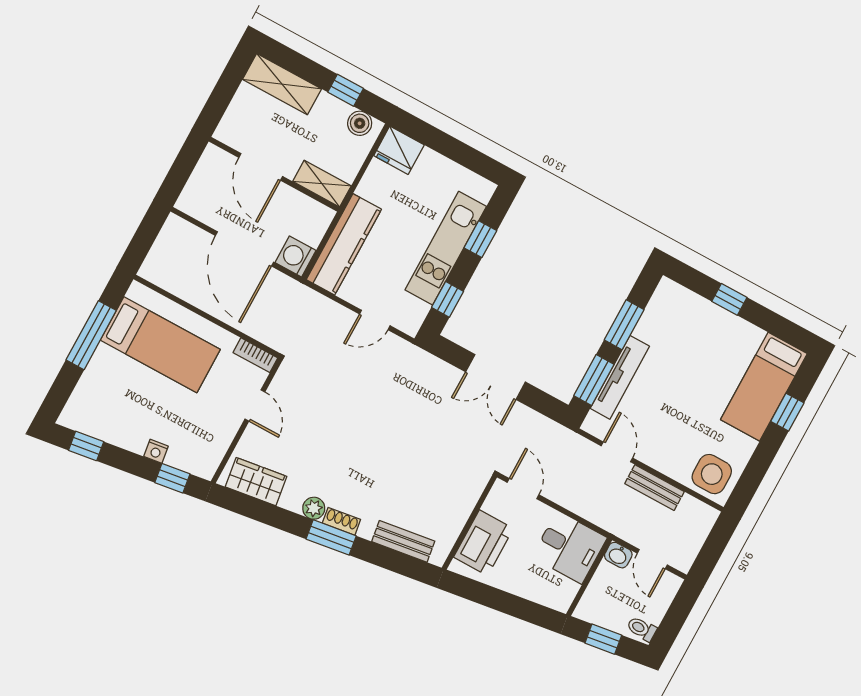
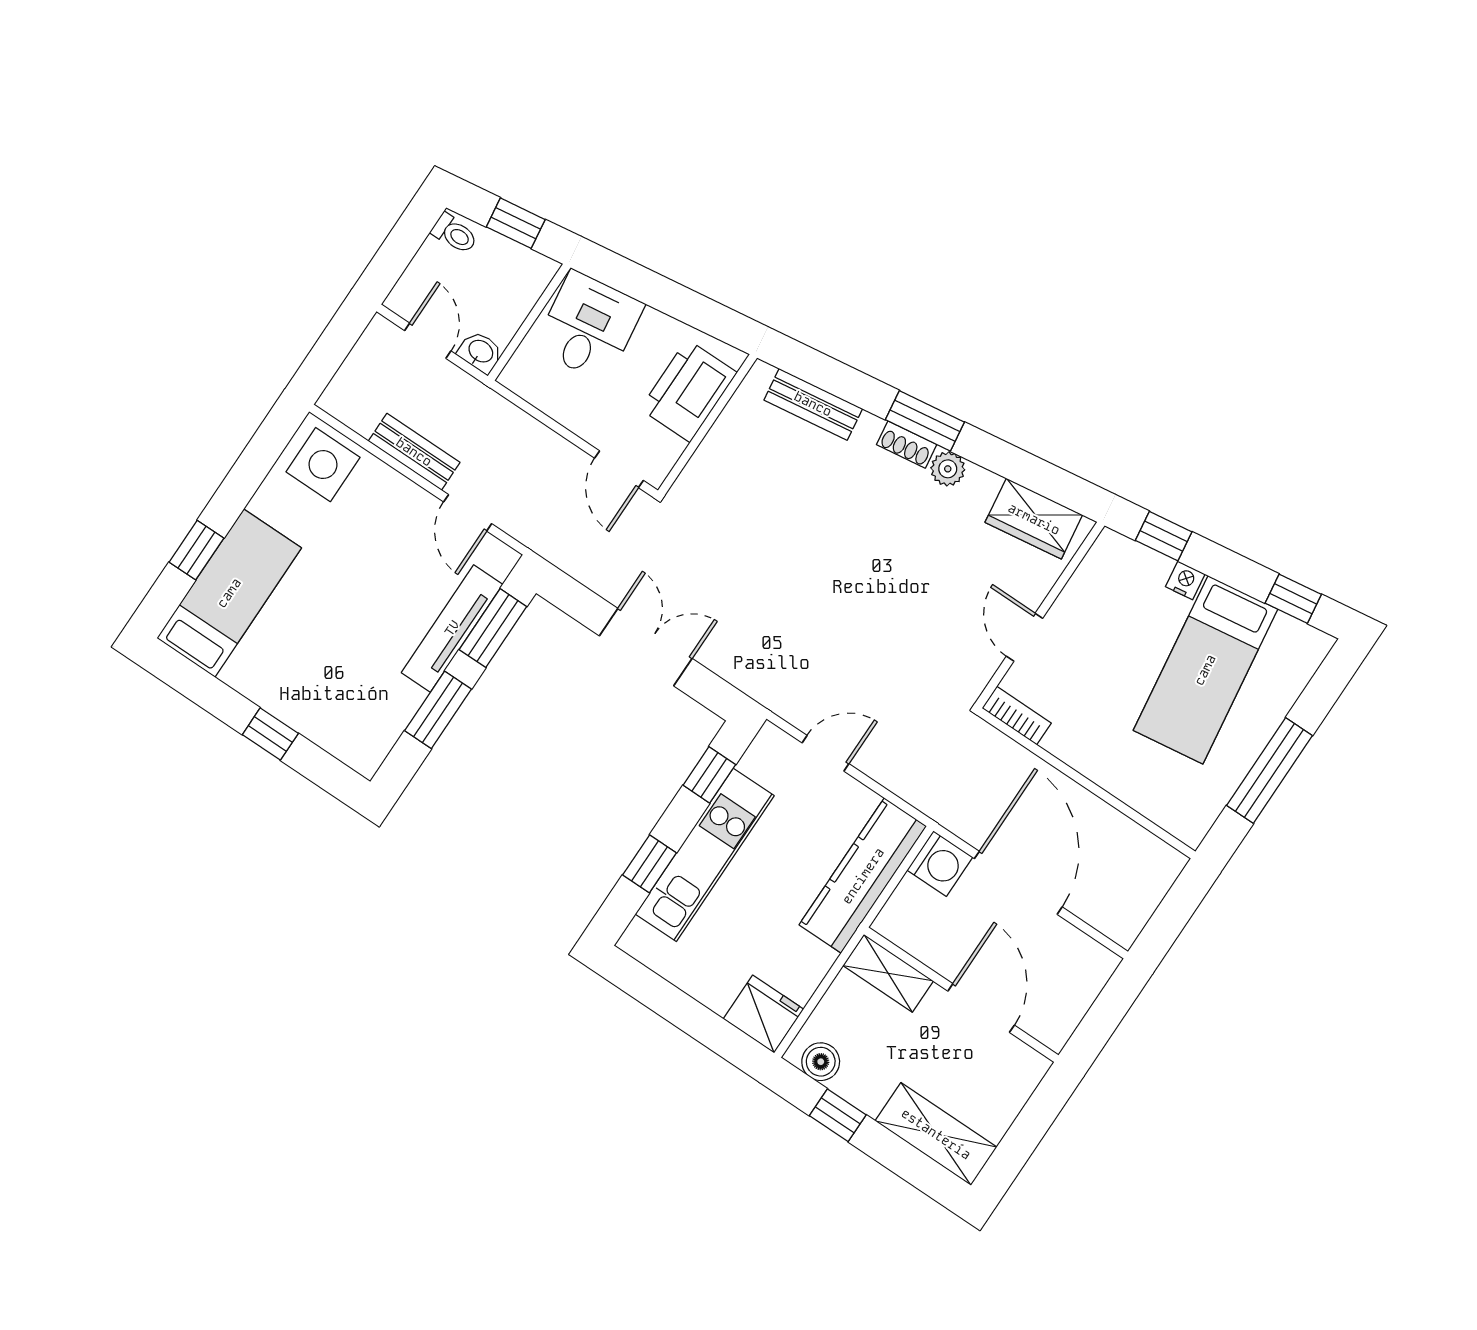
bed: (160, 345) -> (1205, 670), moved, turned -98
desk: (569, 547) -> (589, 326), moved, turned 82

